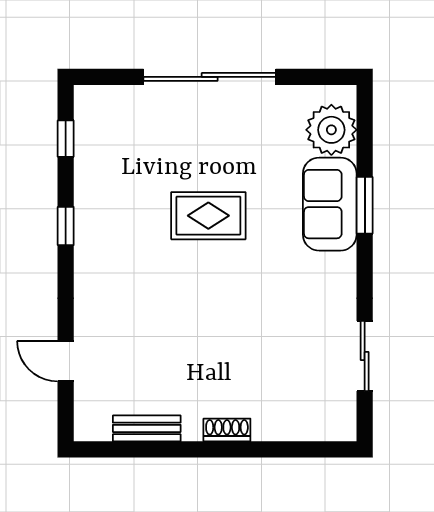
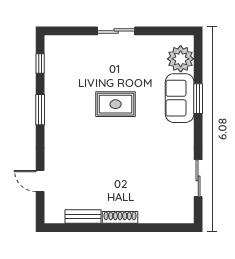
sliding door: (210, 77) -> (116, 31), width x0.54
window: (66, 226) -> (40, 110), width x1.50
shoe rack: (227, 430) -> (120, 217), width x1.43

